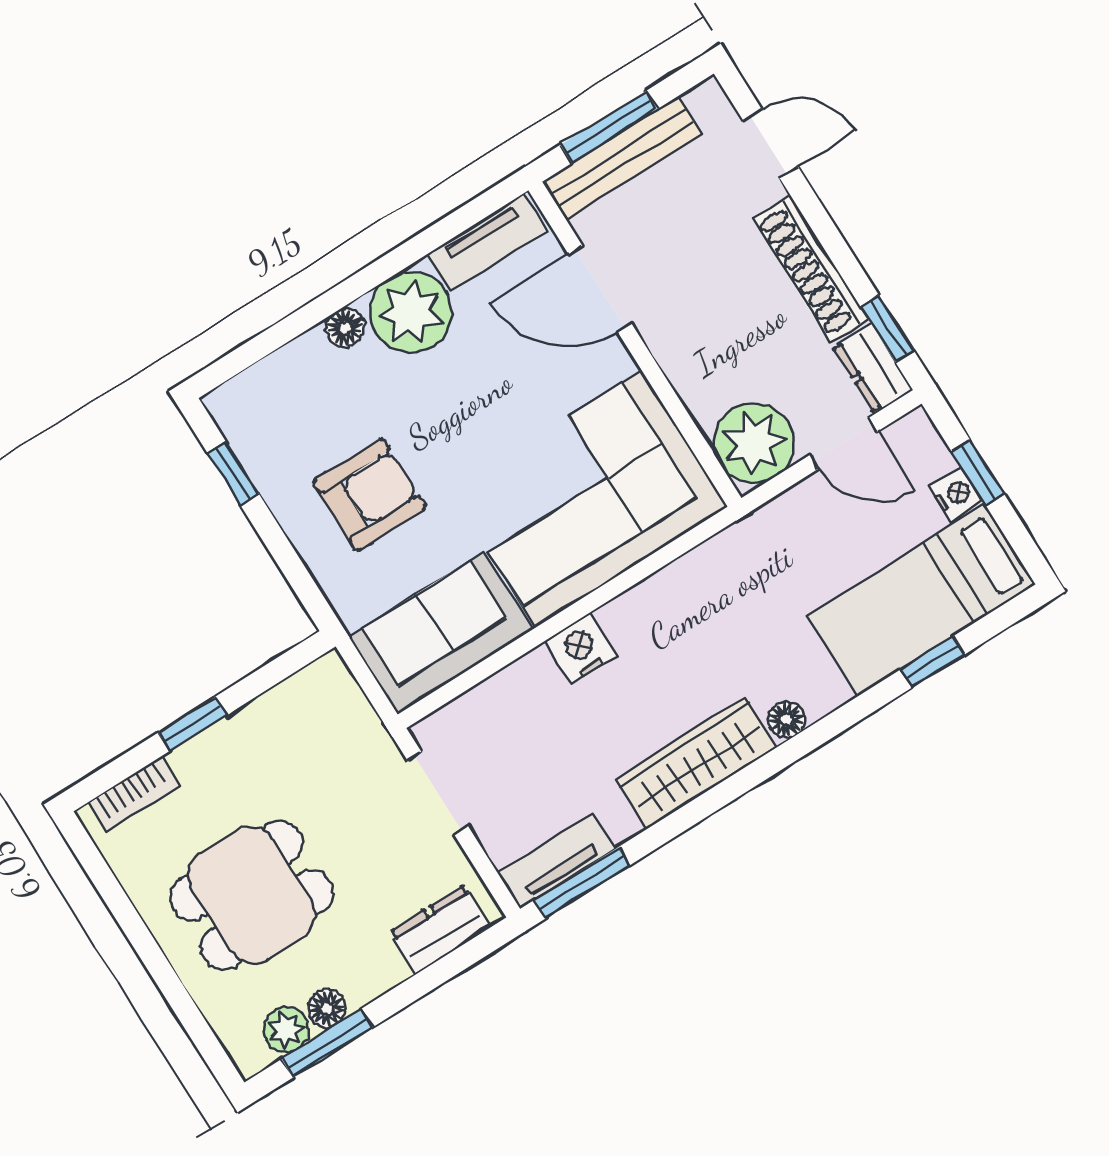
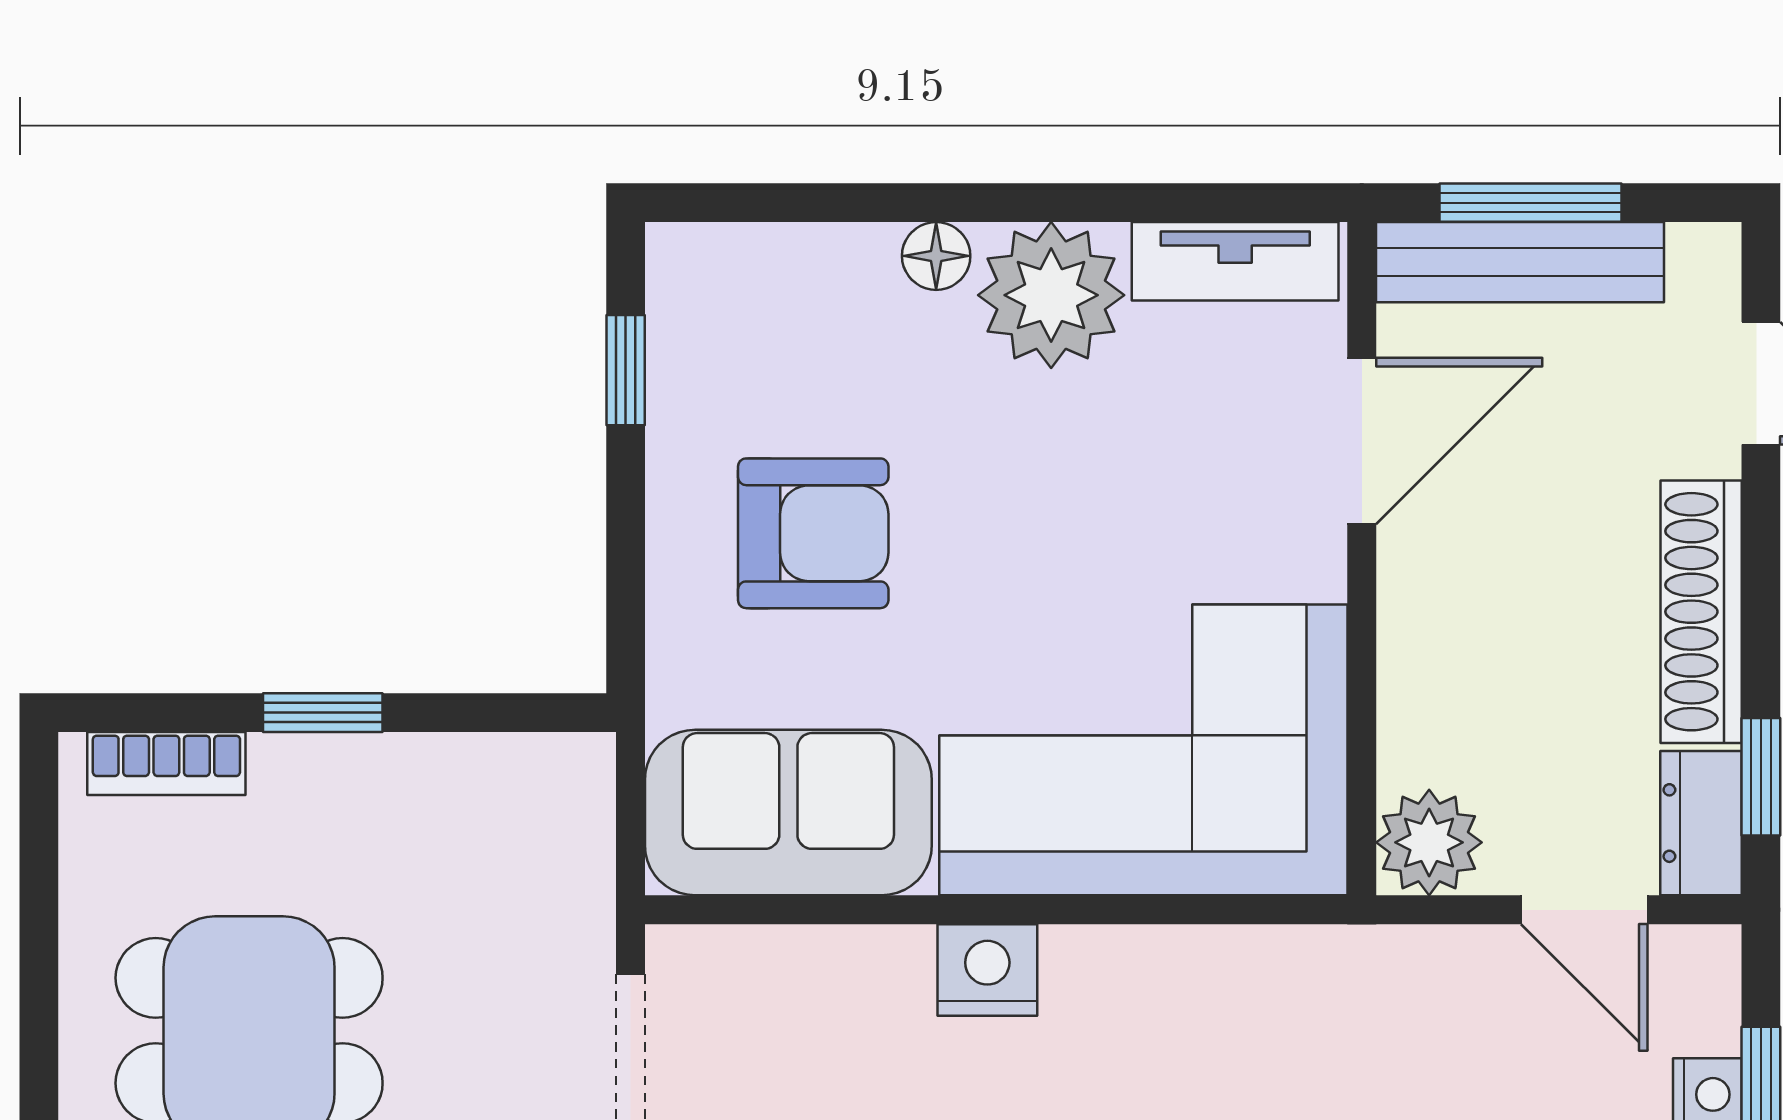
door: (600, 289) -> (1362, 441), swing flipped
plant: (754, 443) -> (1429, 842), width x0.73, depth x0.73

